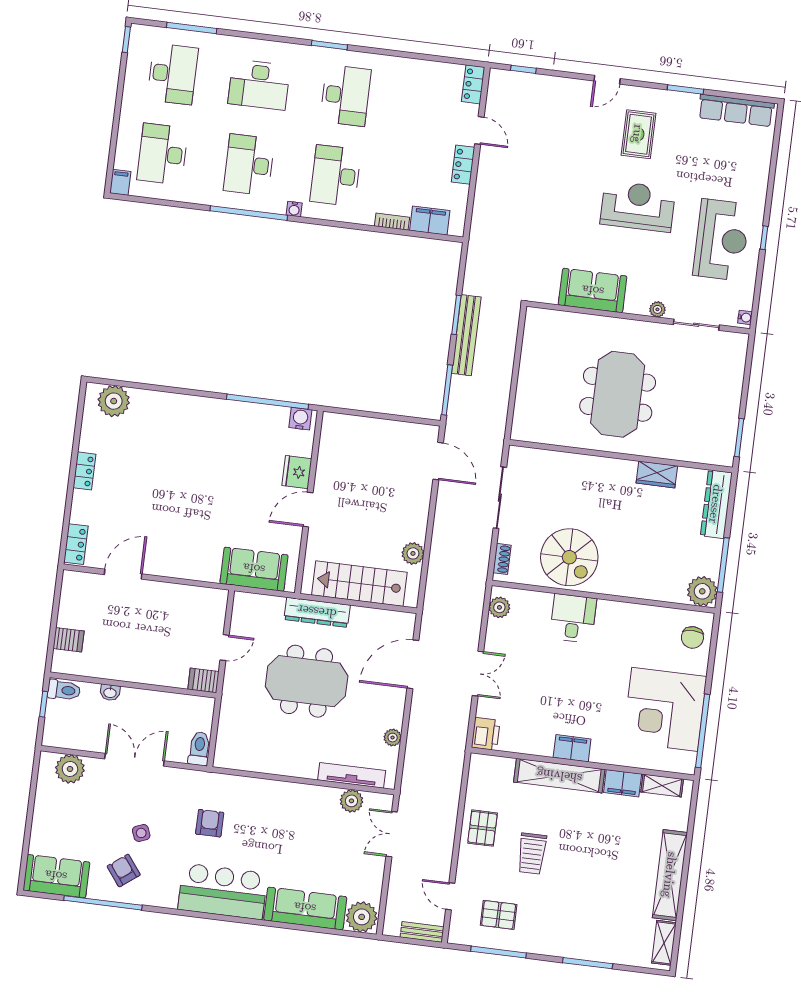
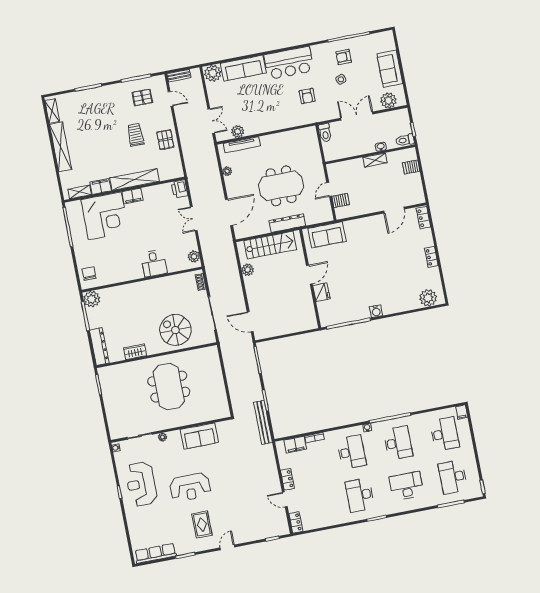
bench: (466, 335) -> (263, 422), moved
water cooler: (300, 419) -> (376, 311), moved
spiral stairs: (569, 557) -> (175, 330), moved
shelving: (128, 672) -> (375, 160), added
server rack: (203, 680) -> (341, 200), moved
corner desk: (665, 709) -> (105, 216), moved, turned 90
double door: (134, 760) -> (357, 116), swing flipped
armchair: (124, 871) -> (344, 57), turned 127
sofa: (56, 876) -> (390, 69), moved, turned 90

